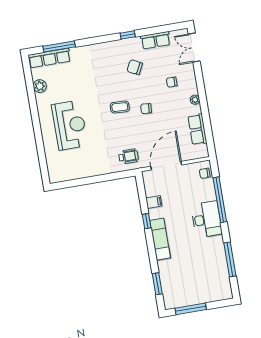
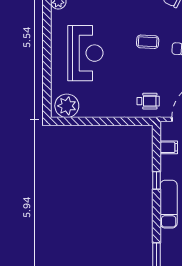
plant: (62, 172) -> (67, 106), added
filing cabinet: (154, 202) -> (169, 147), moved

